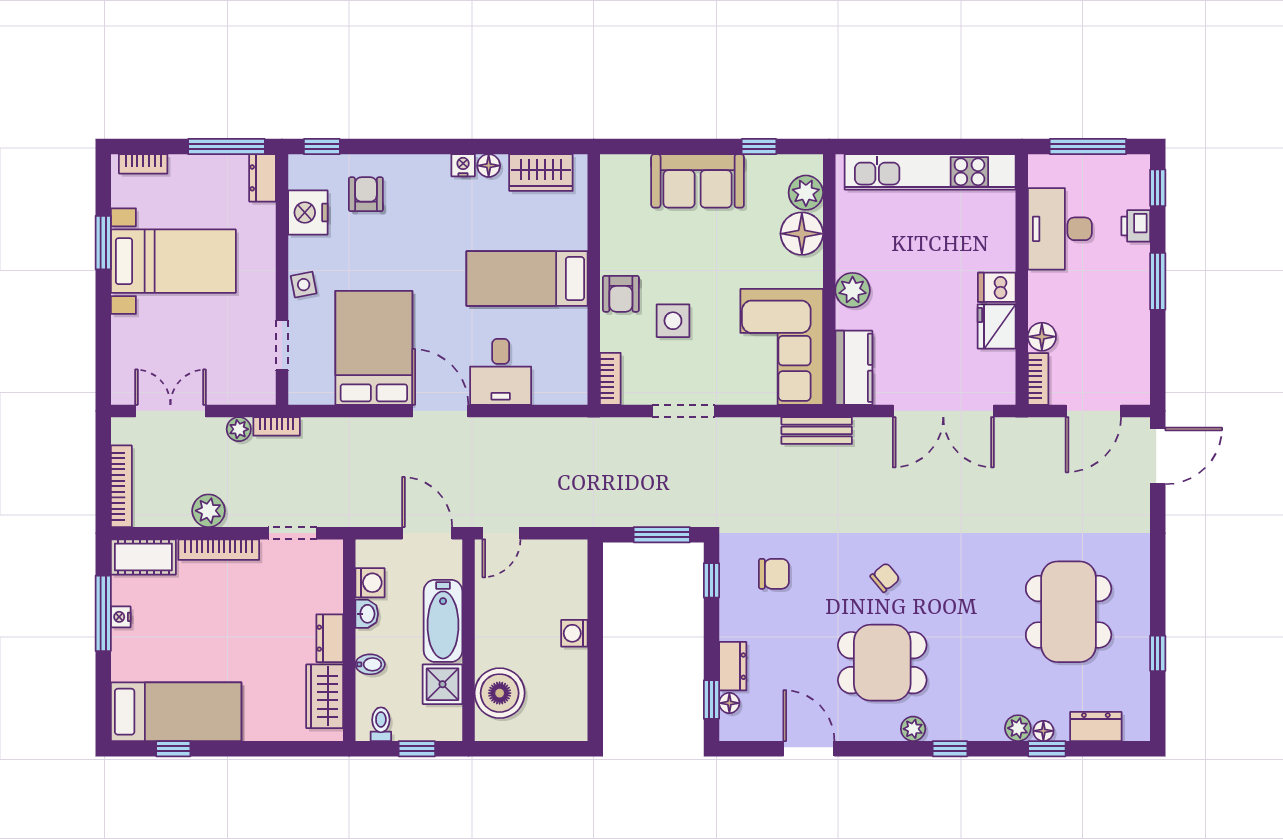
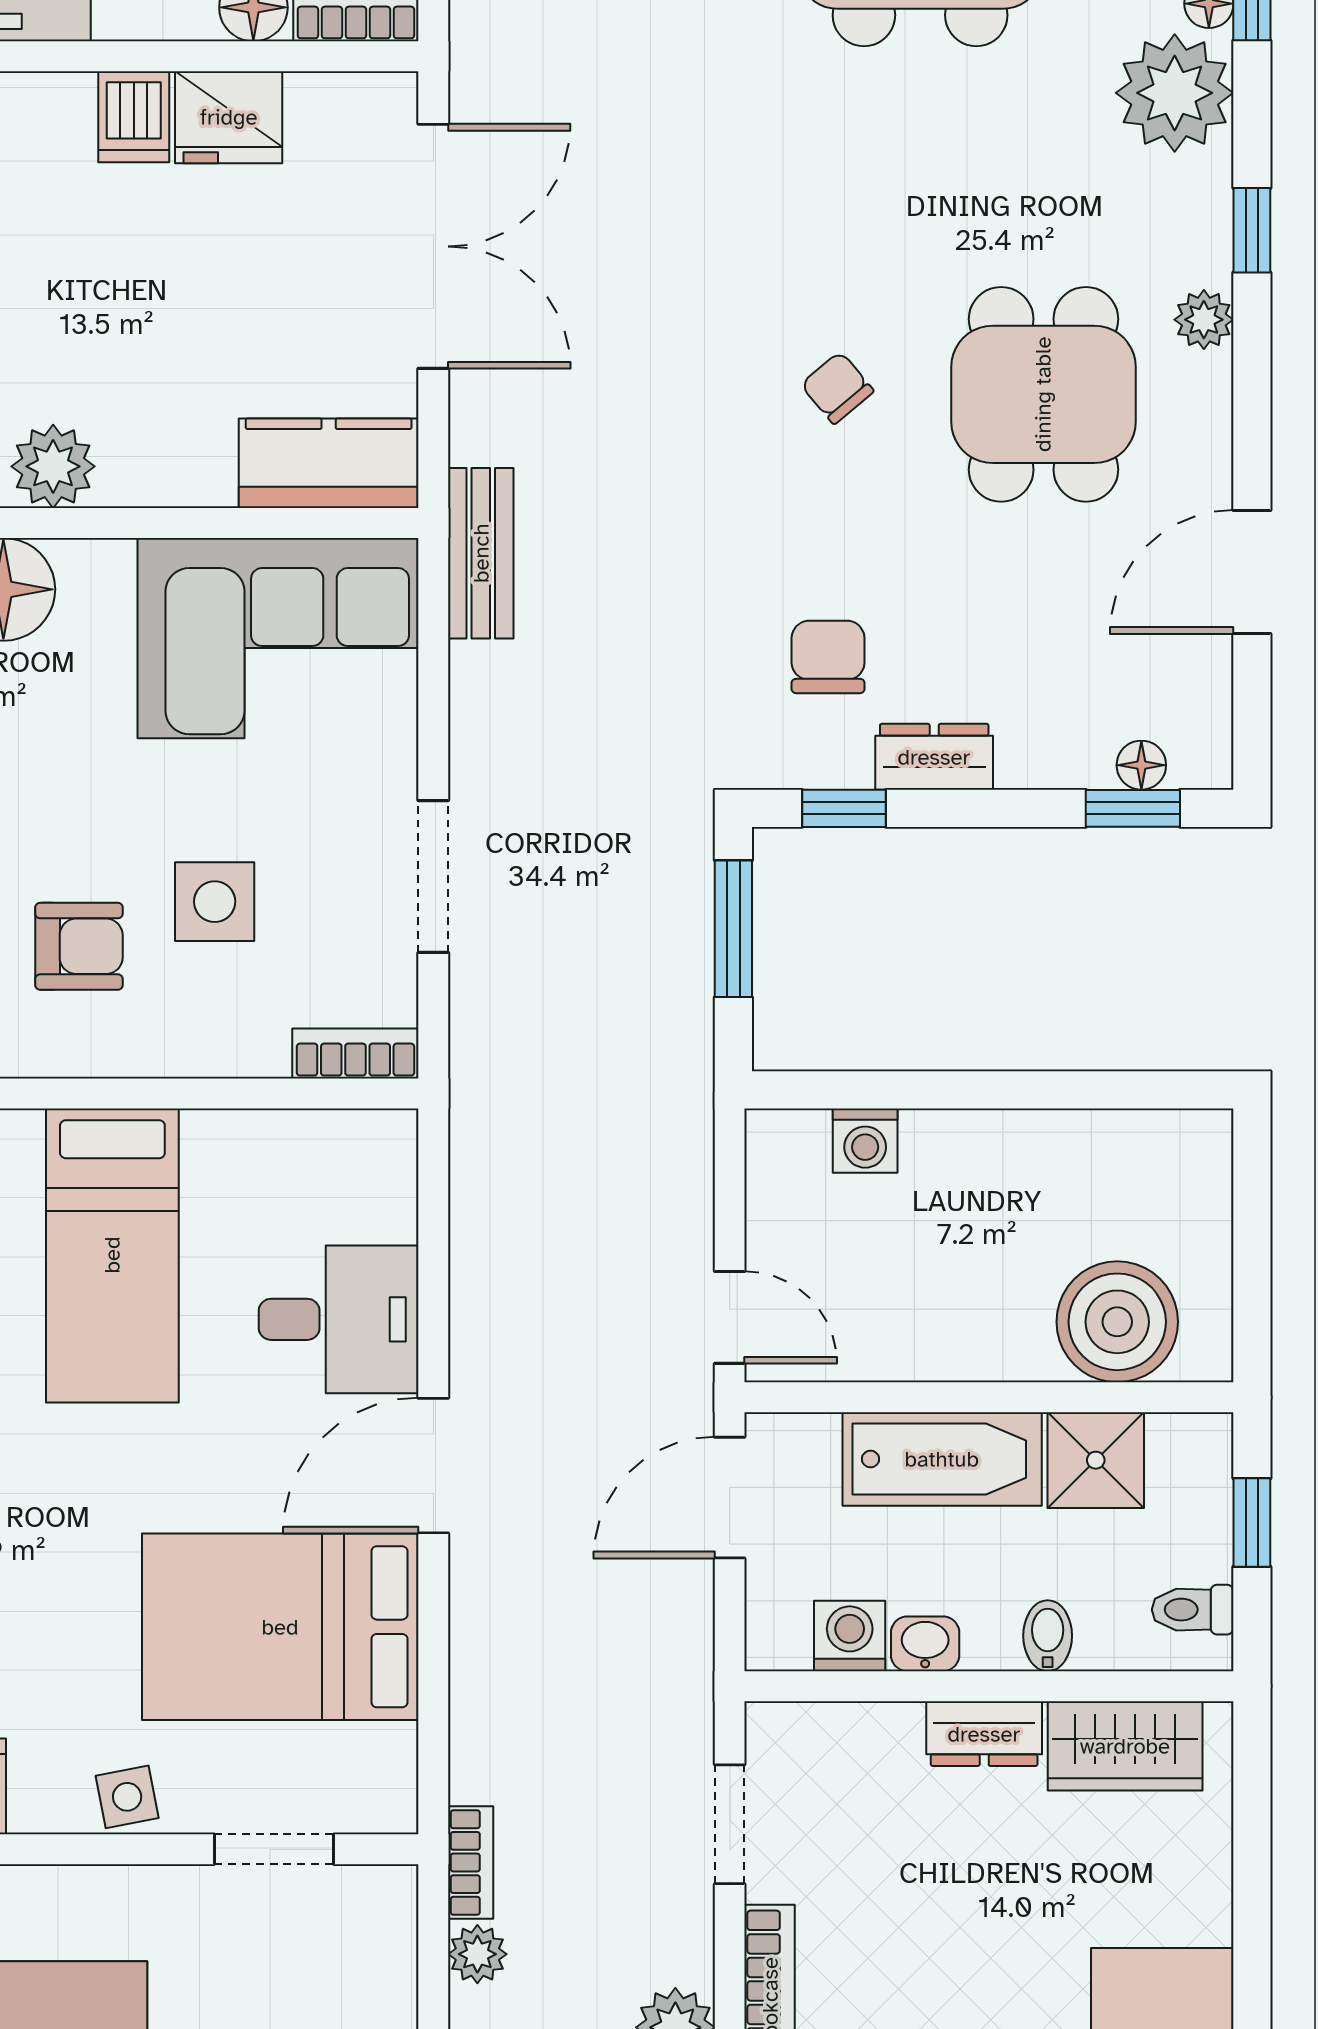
plant: (853, 290) -> (53, 466), moved
armchair: (621, 294) -> (79, 946), moved
washing machine: (574, 633) -> (865, 1141), moved
dresser: (733, 666) -> (934, 757), moved
plant: (1018, 728) -> (1175, 93), width x1.88, depth x1.88

